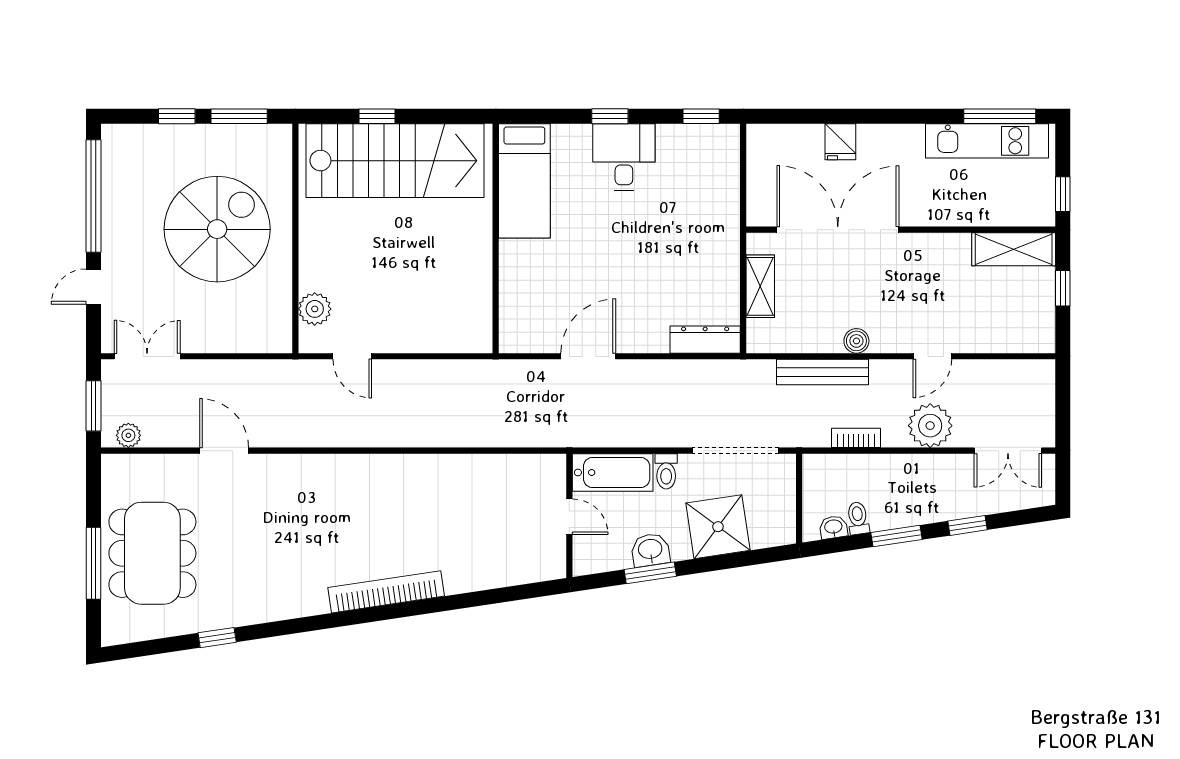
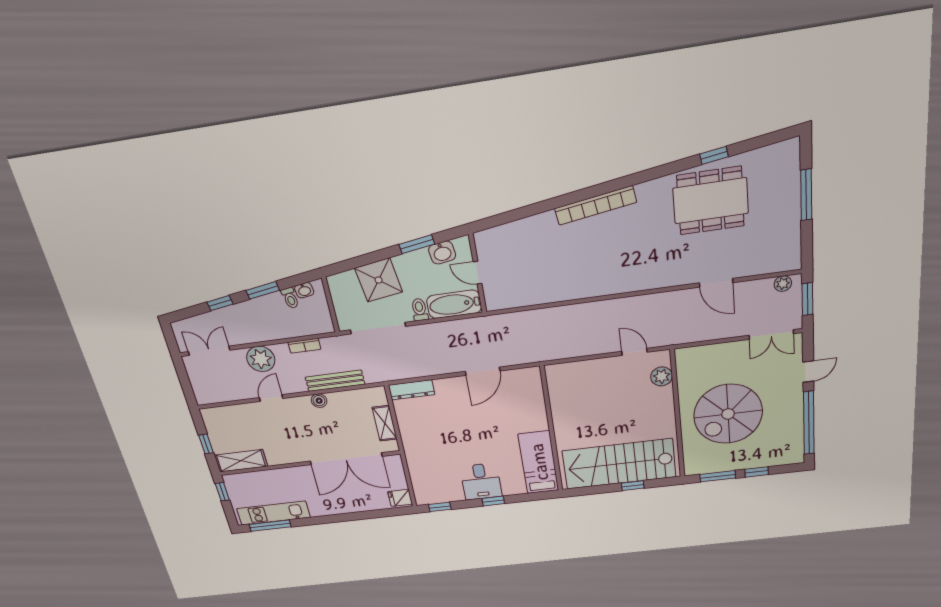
fridge: (840, 142) -> (400, 498), moved, turned -90
washbasin: (650, 550) -> (442, 253), moved
dining table: (152, 553) -> (711, 201), moved, turned 90

